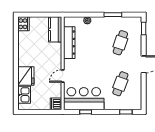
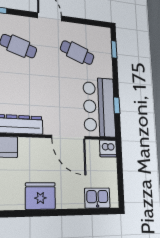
fridge: (26, 76) -> (40, 196), moved
door: (63, 76) -> (68, 137), width x1.88

